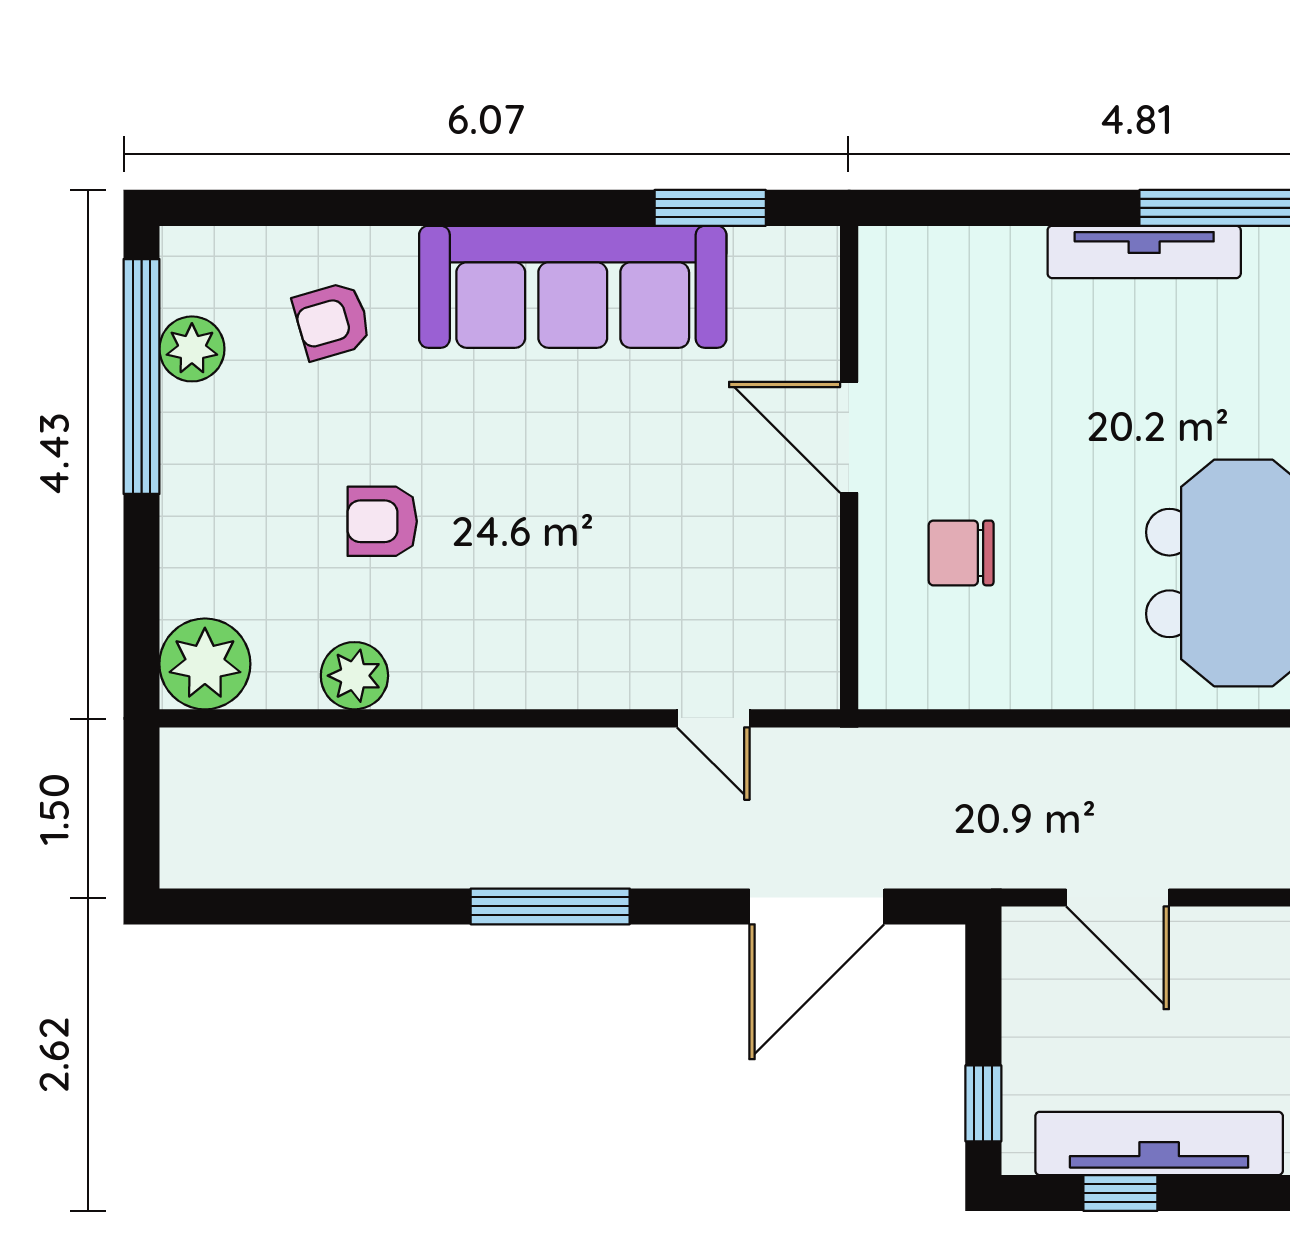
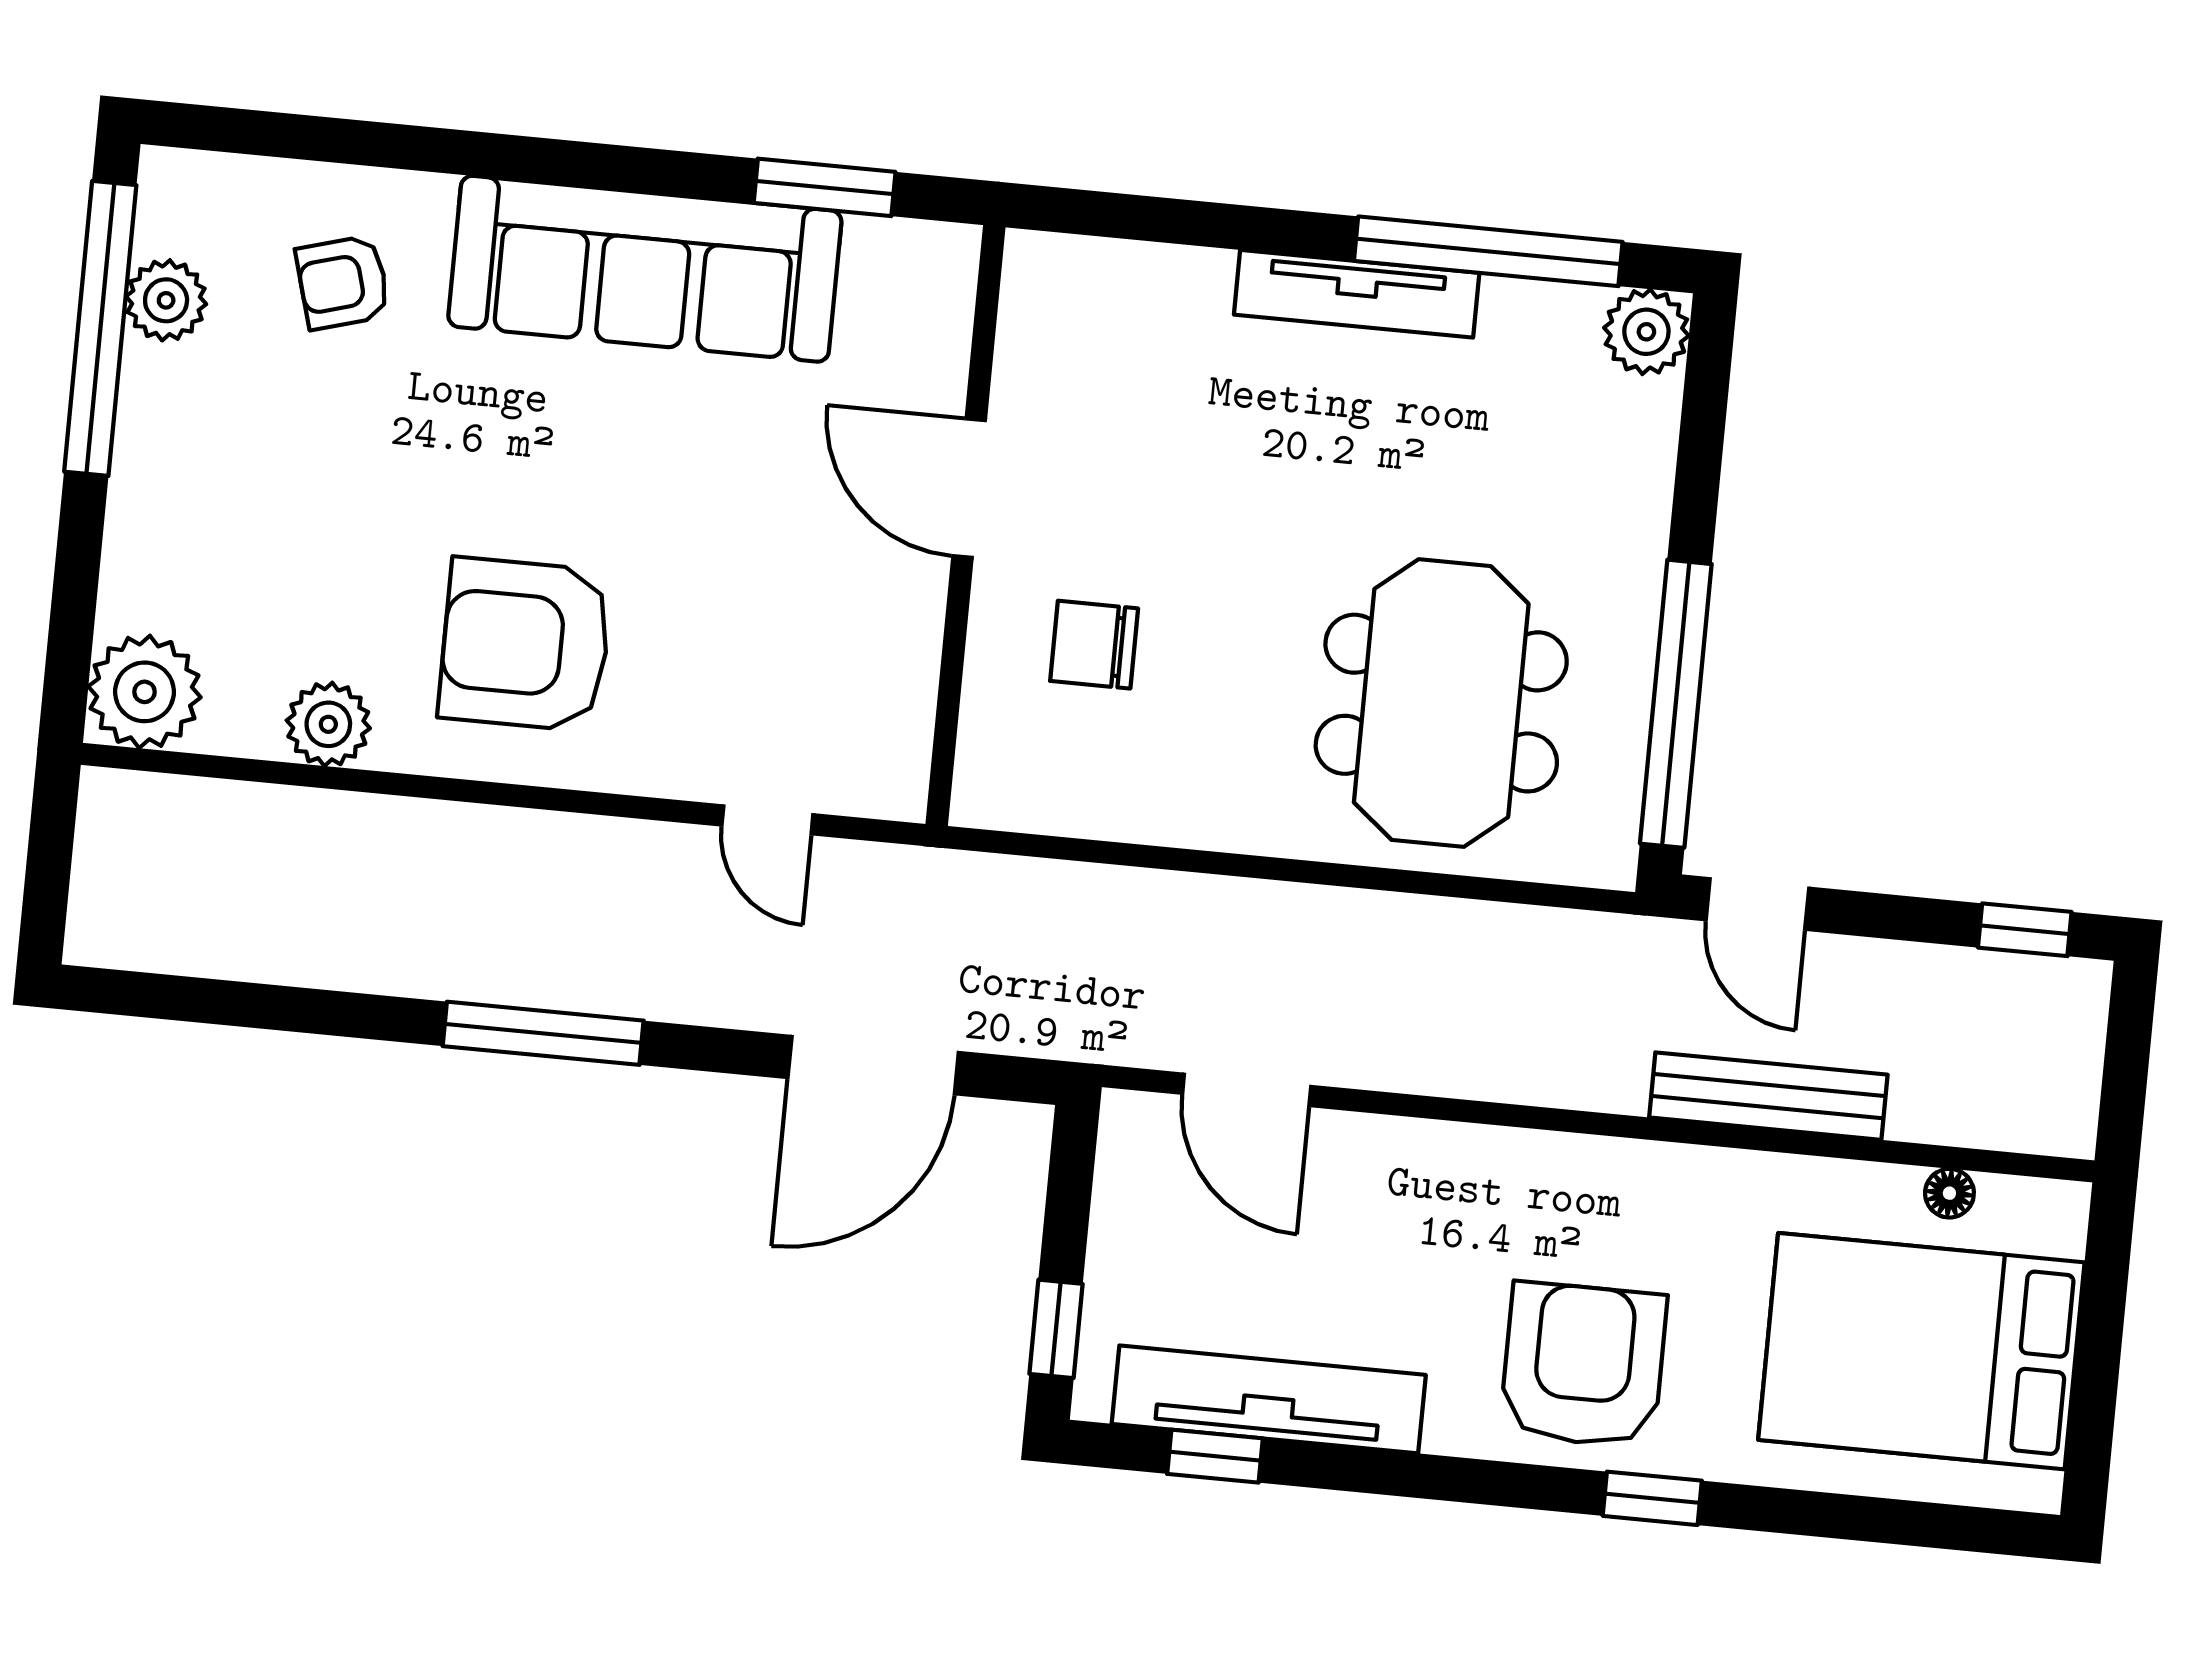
armchair: (382, 521) -> (525, 644), moved, width x1.88, depth x1.88

